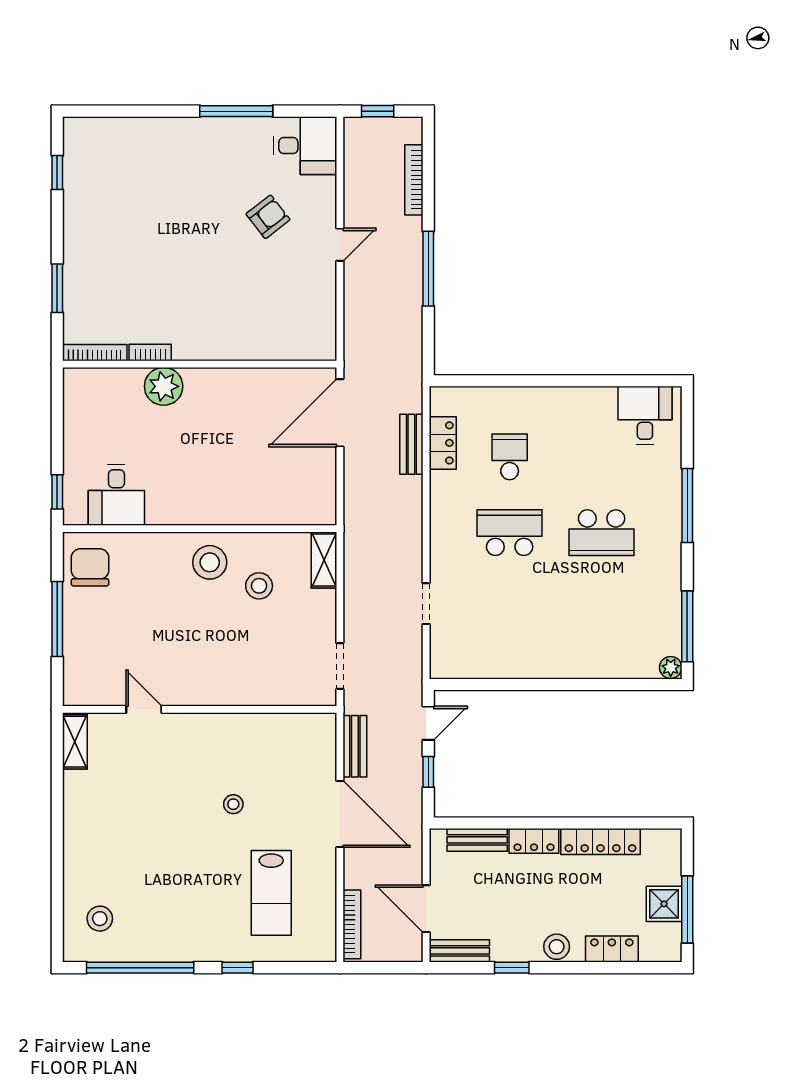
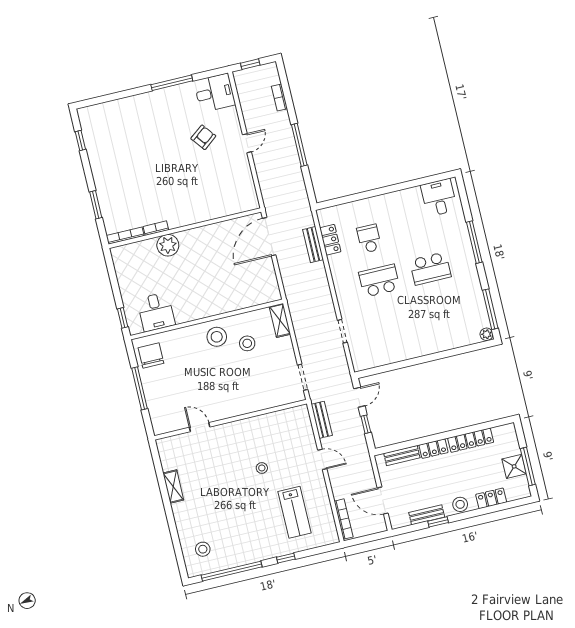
bookcase: (414, 180) -> (279, 97), width x0.64
shelving: (75, 742) -> (173, 487), moved
door: (340, 814) -> (322, 459), width x0.53
bench: (460, 951) -> (427, 515), moved

